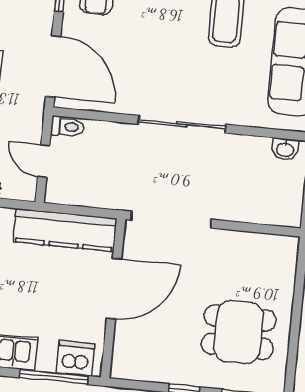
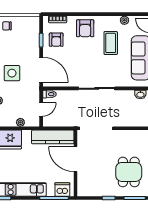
door: (44, 161) -> (41, 109), swing flipped
door: (114, 289) -> (75, 159), swing flipped
dining table: (239, 332) -> (129, 172), turned 90

